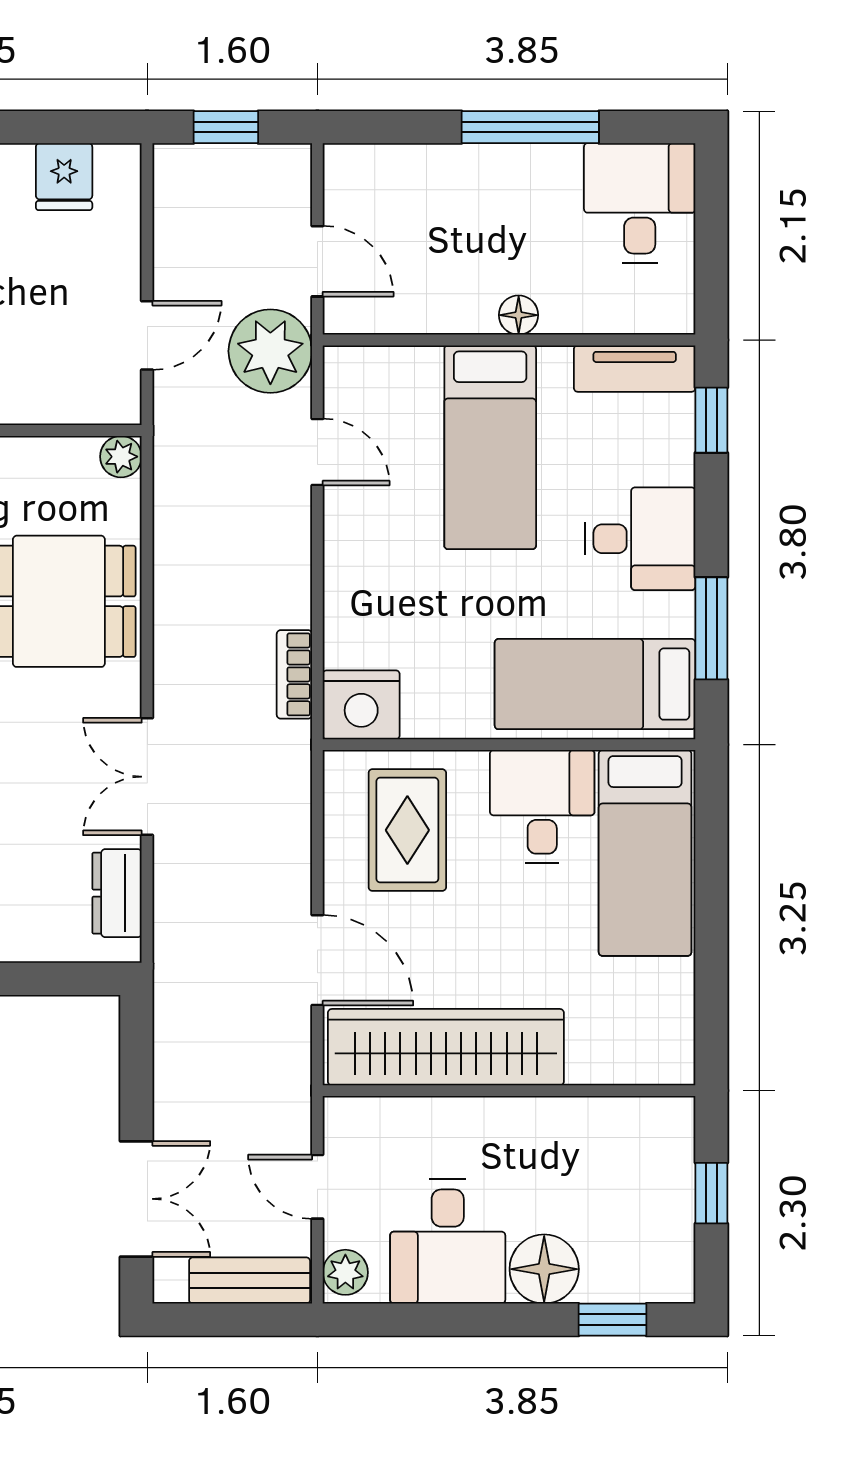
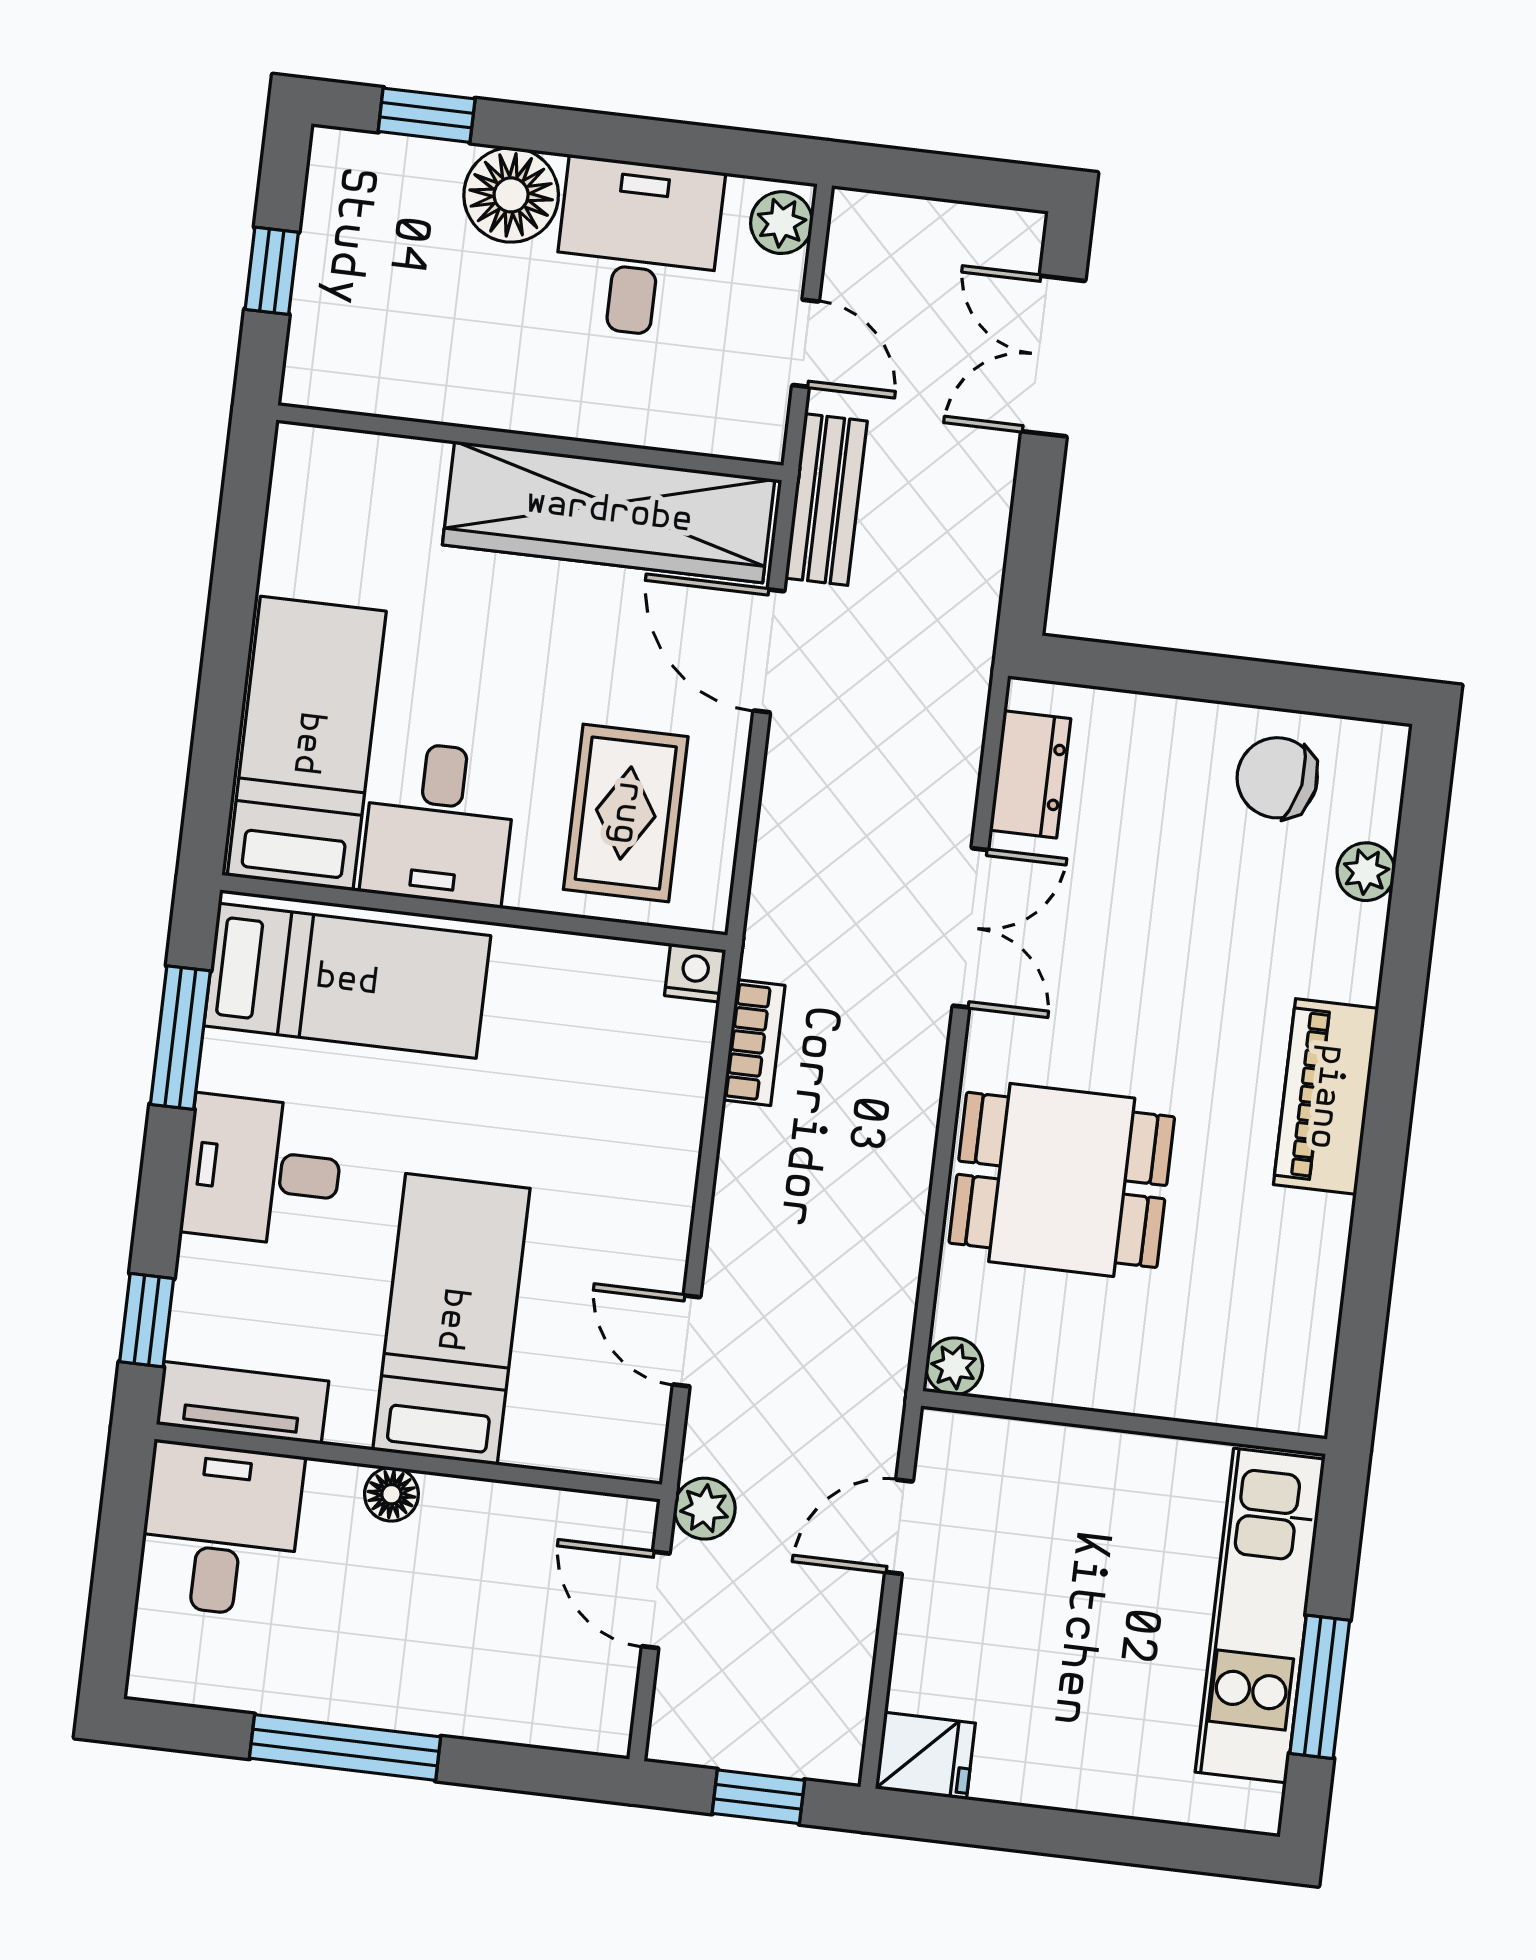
fridge: (64, 177) -> (925, 1756), moved, turned 90
desk: (640, 203) -> (220, 1530), moved, turned 180
plant: (270, 351) -> (705, 1509), width x0.53, depth x0.53
nightstand: (361, 705) -> (695, 973), width x0.53, depth x0.56
bench: (250, 1281) -> (826, 500), moved, turned 90

